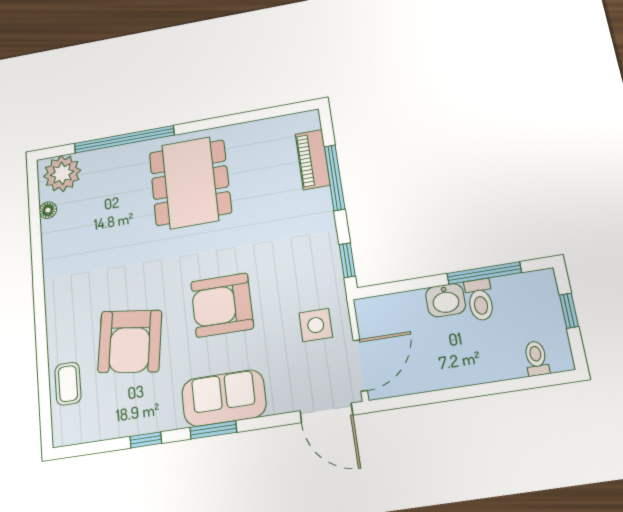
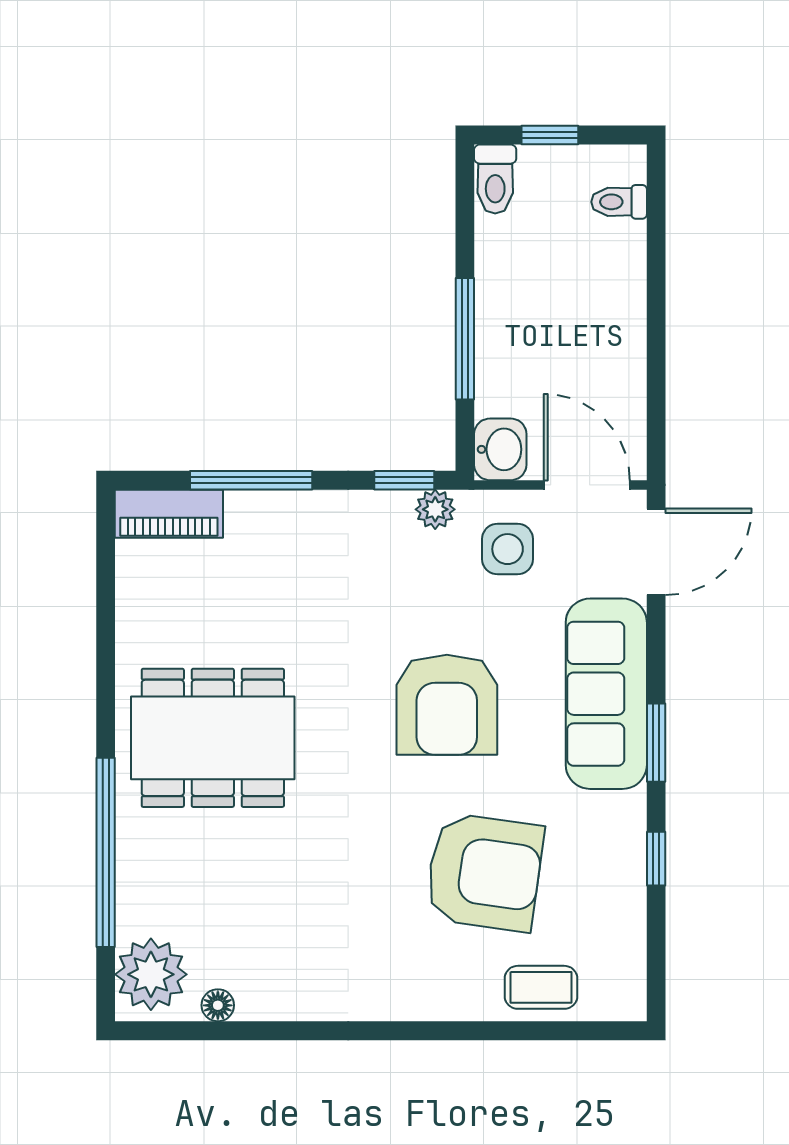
piano: (313, 160) -> (169, 514), moved
window: (484, 273) -> (465, 339), moved
plant: (333, 280) -> (435, 509), added
washbasin: (446, 300) -> (500, 449), moved
toilet: (480, 300) -> (495, 179), moved, turned 90
sofa: (224, 398) -> (606, 694), width x1.36

